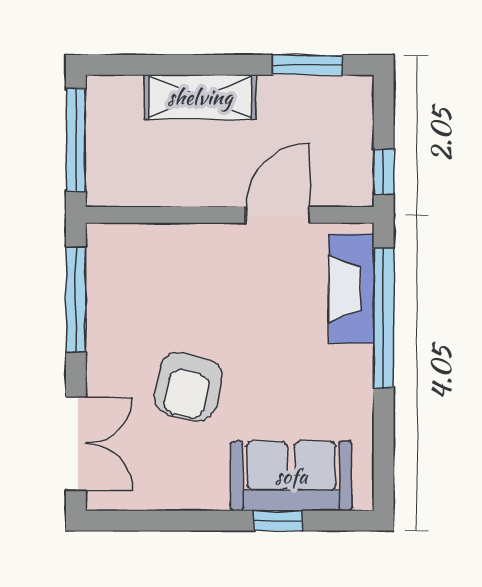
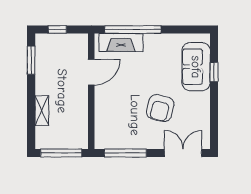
shelving: (200, 97) -> (42, 111), width x0.67, depth x0.75
window: (384, 172) -> (57, 30), moved
door: (277, 215) -> (91, 72), swing flipped
armchair: (188, 387) -> (160, 108), turned 91

